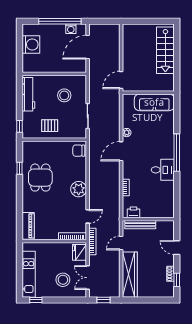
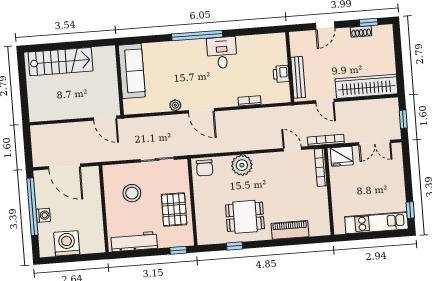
washing machine: (71, 29) -> (43, 215), moved
pallet: (50, 126) -> (174, 210), width x1.50, depth x1.42
plant: (79, 189) -> (242, 165), moved
printer: (133, 212) -> (281, 74), moved
piano: (28, 226) -> (290, 230), moved
stool: (63, 280) -> (380, 176), removed

